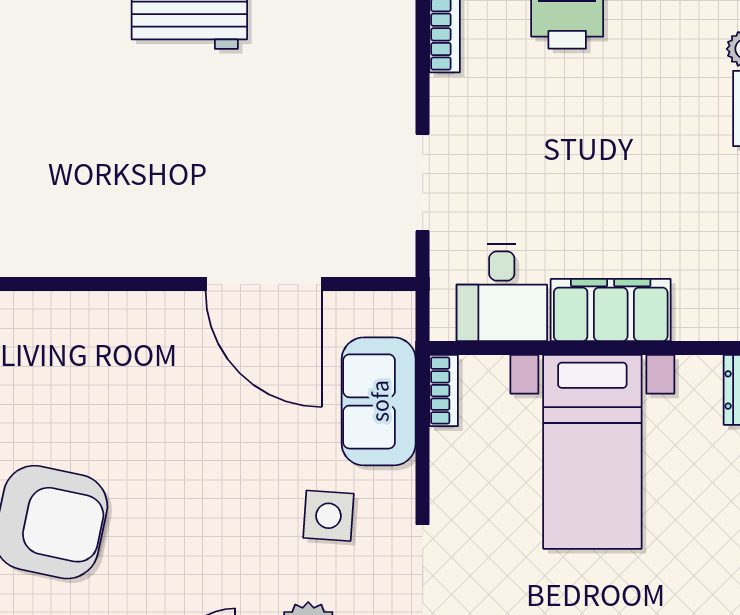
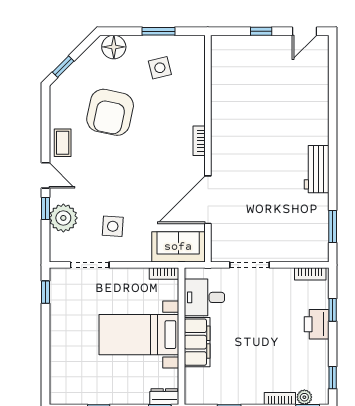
bookcase: (120, 305) -> (199, 141), added
sofa: (379, 401) -> (178, 247), moved

